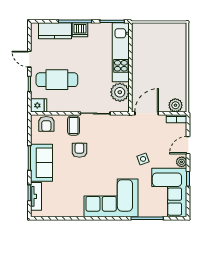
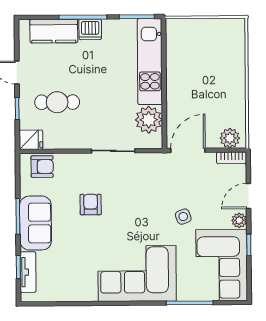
cafe table: (57, 80) -> (57, 102), width x0.73, depth x0.74
armchair: (46, 124) -> (42, 167), turned -90
coffee table: (74, 126) -> (82, 169), removed

